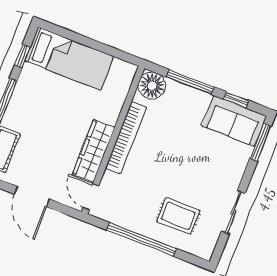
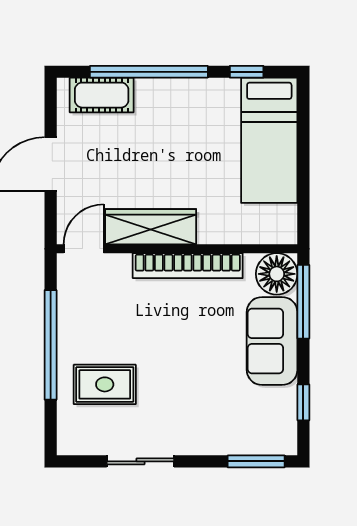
window: (190, 82) -> (303, 302), moved
sofa: (234, 121) -> (272, 341), moved
rug: (178, 216) -> (105, 384), turned 90

